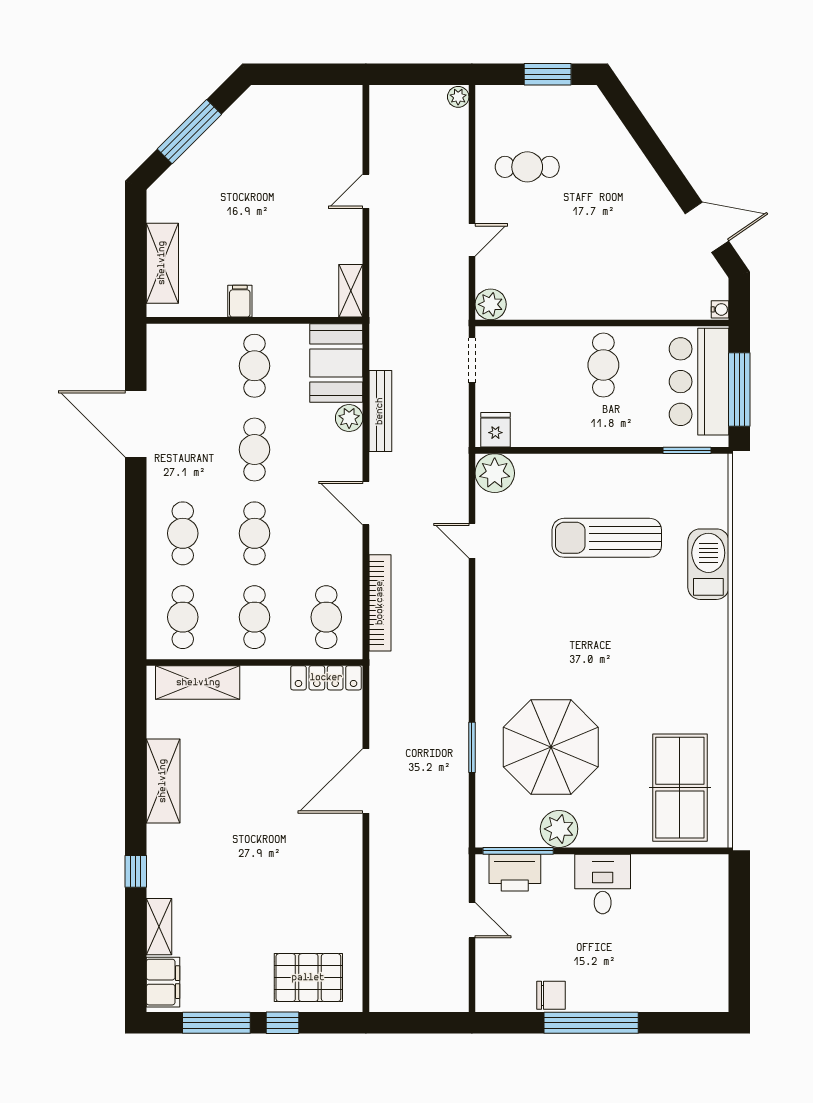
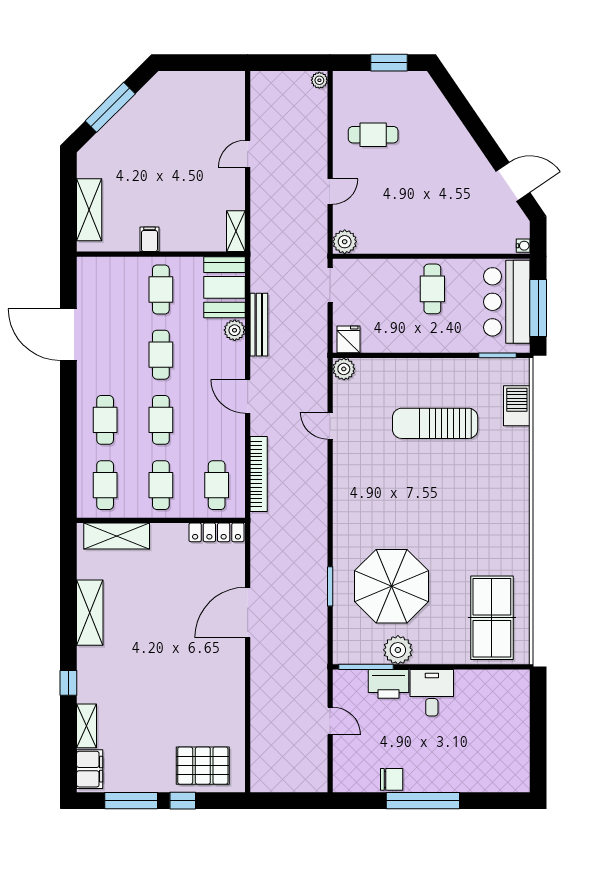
plant: (495, 473) -> (344, 369), width x0.73, depth x0.73
barbecue: (708, 564) -> (517, 406), moved, width x0.73, depth x0.83
printer: (515, 873) -> (388, 684), moved

